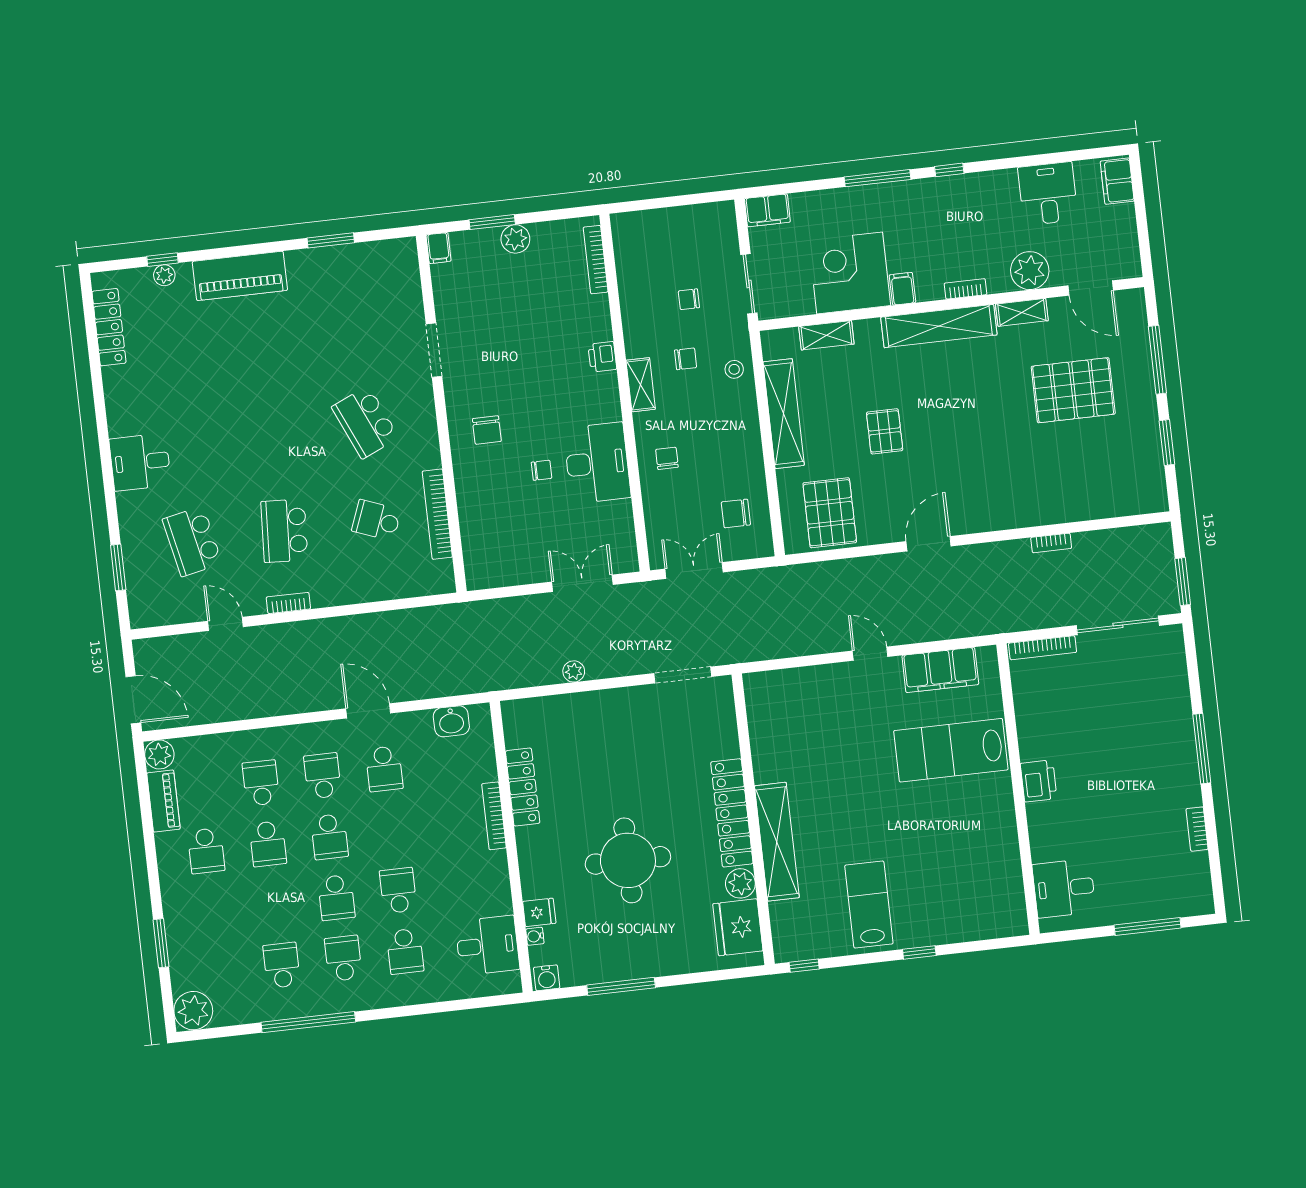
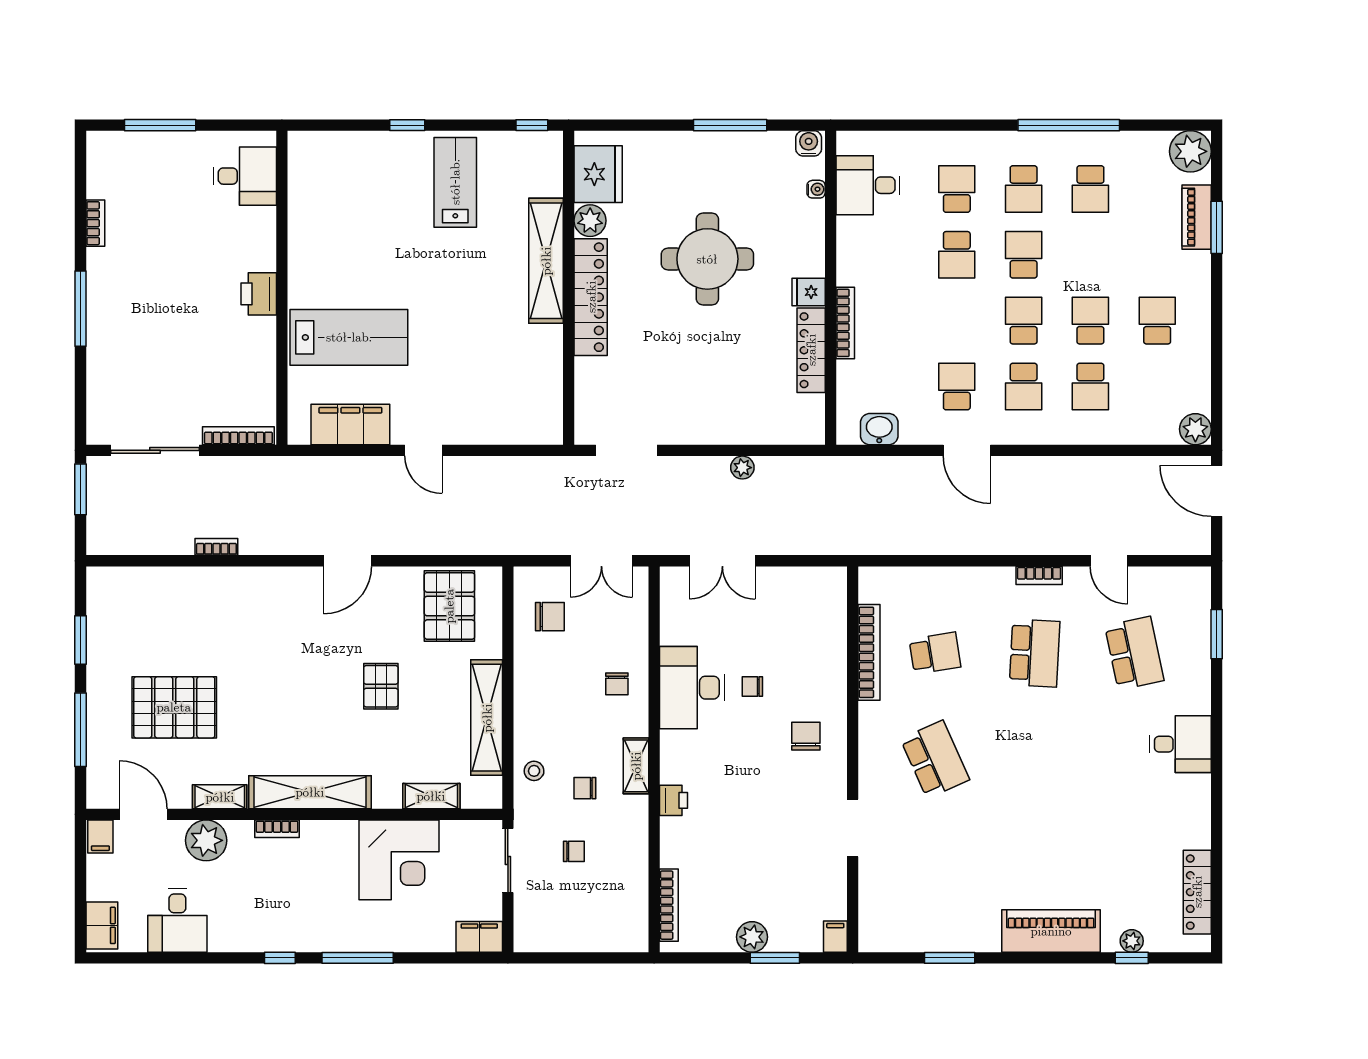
filing cabinet: (902, 289) -> (100, 837), moved
school desk: (376, 520) -> (935, 653), turned -30
piano: (163, 801) -> (1197, 217), moved
lab bench: (869, 905) -> (455, 182), turned 180
fridge: (539, 912) -> (809, 292), moved

